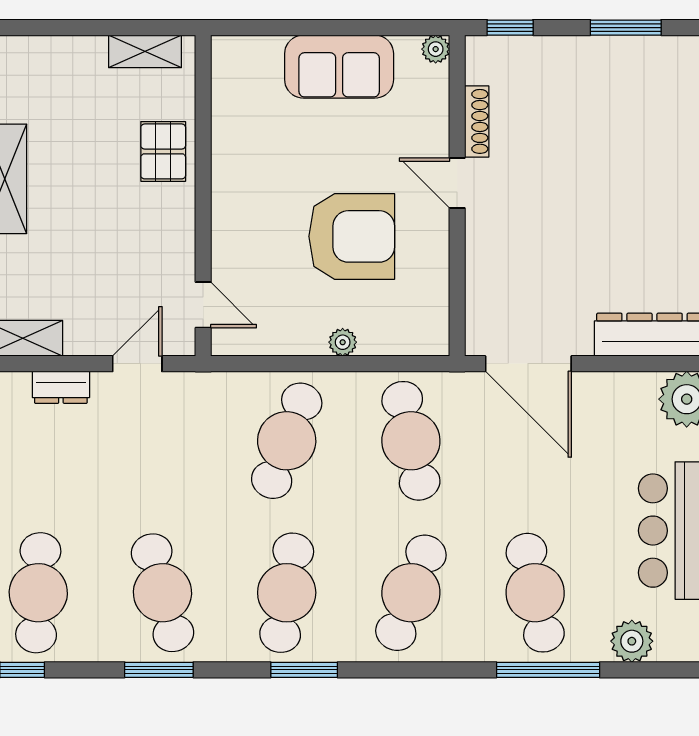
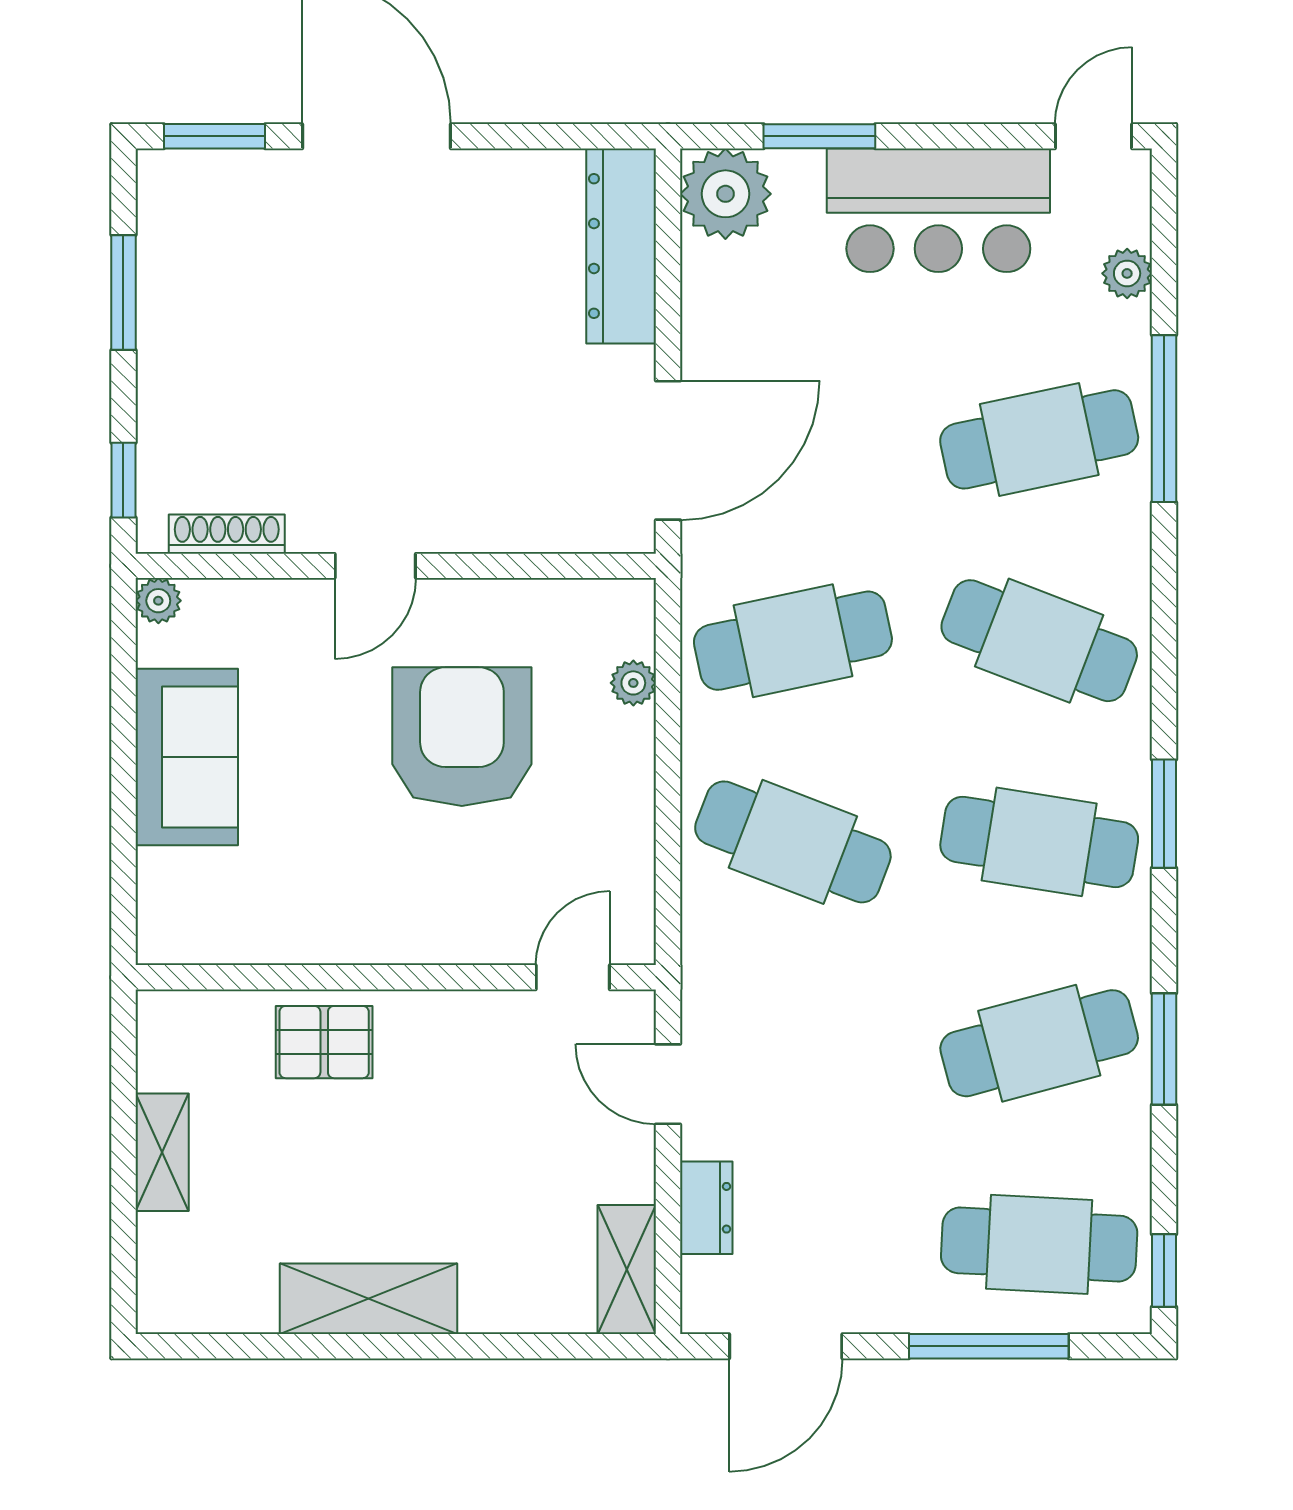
shelving: (145, 51) -> (162, 1152), moved
shoe rack: (477, 121) -> (227, 534), moved
plant: (343, 342) -> (633, 683), moved
plant: (632, 641) -> (1127, 273), width x0.73, depth x0.73

